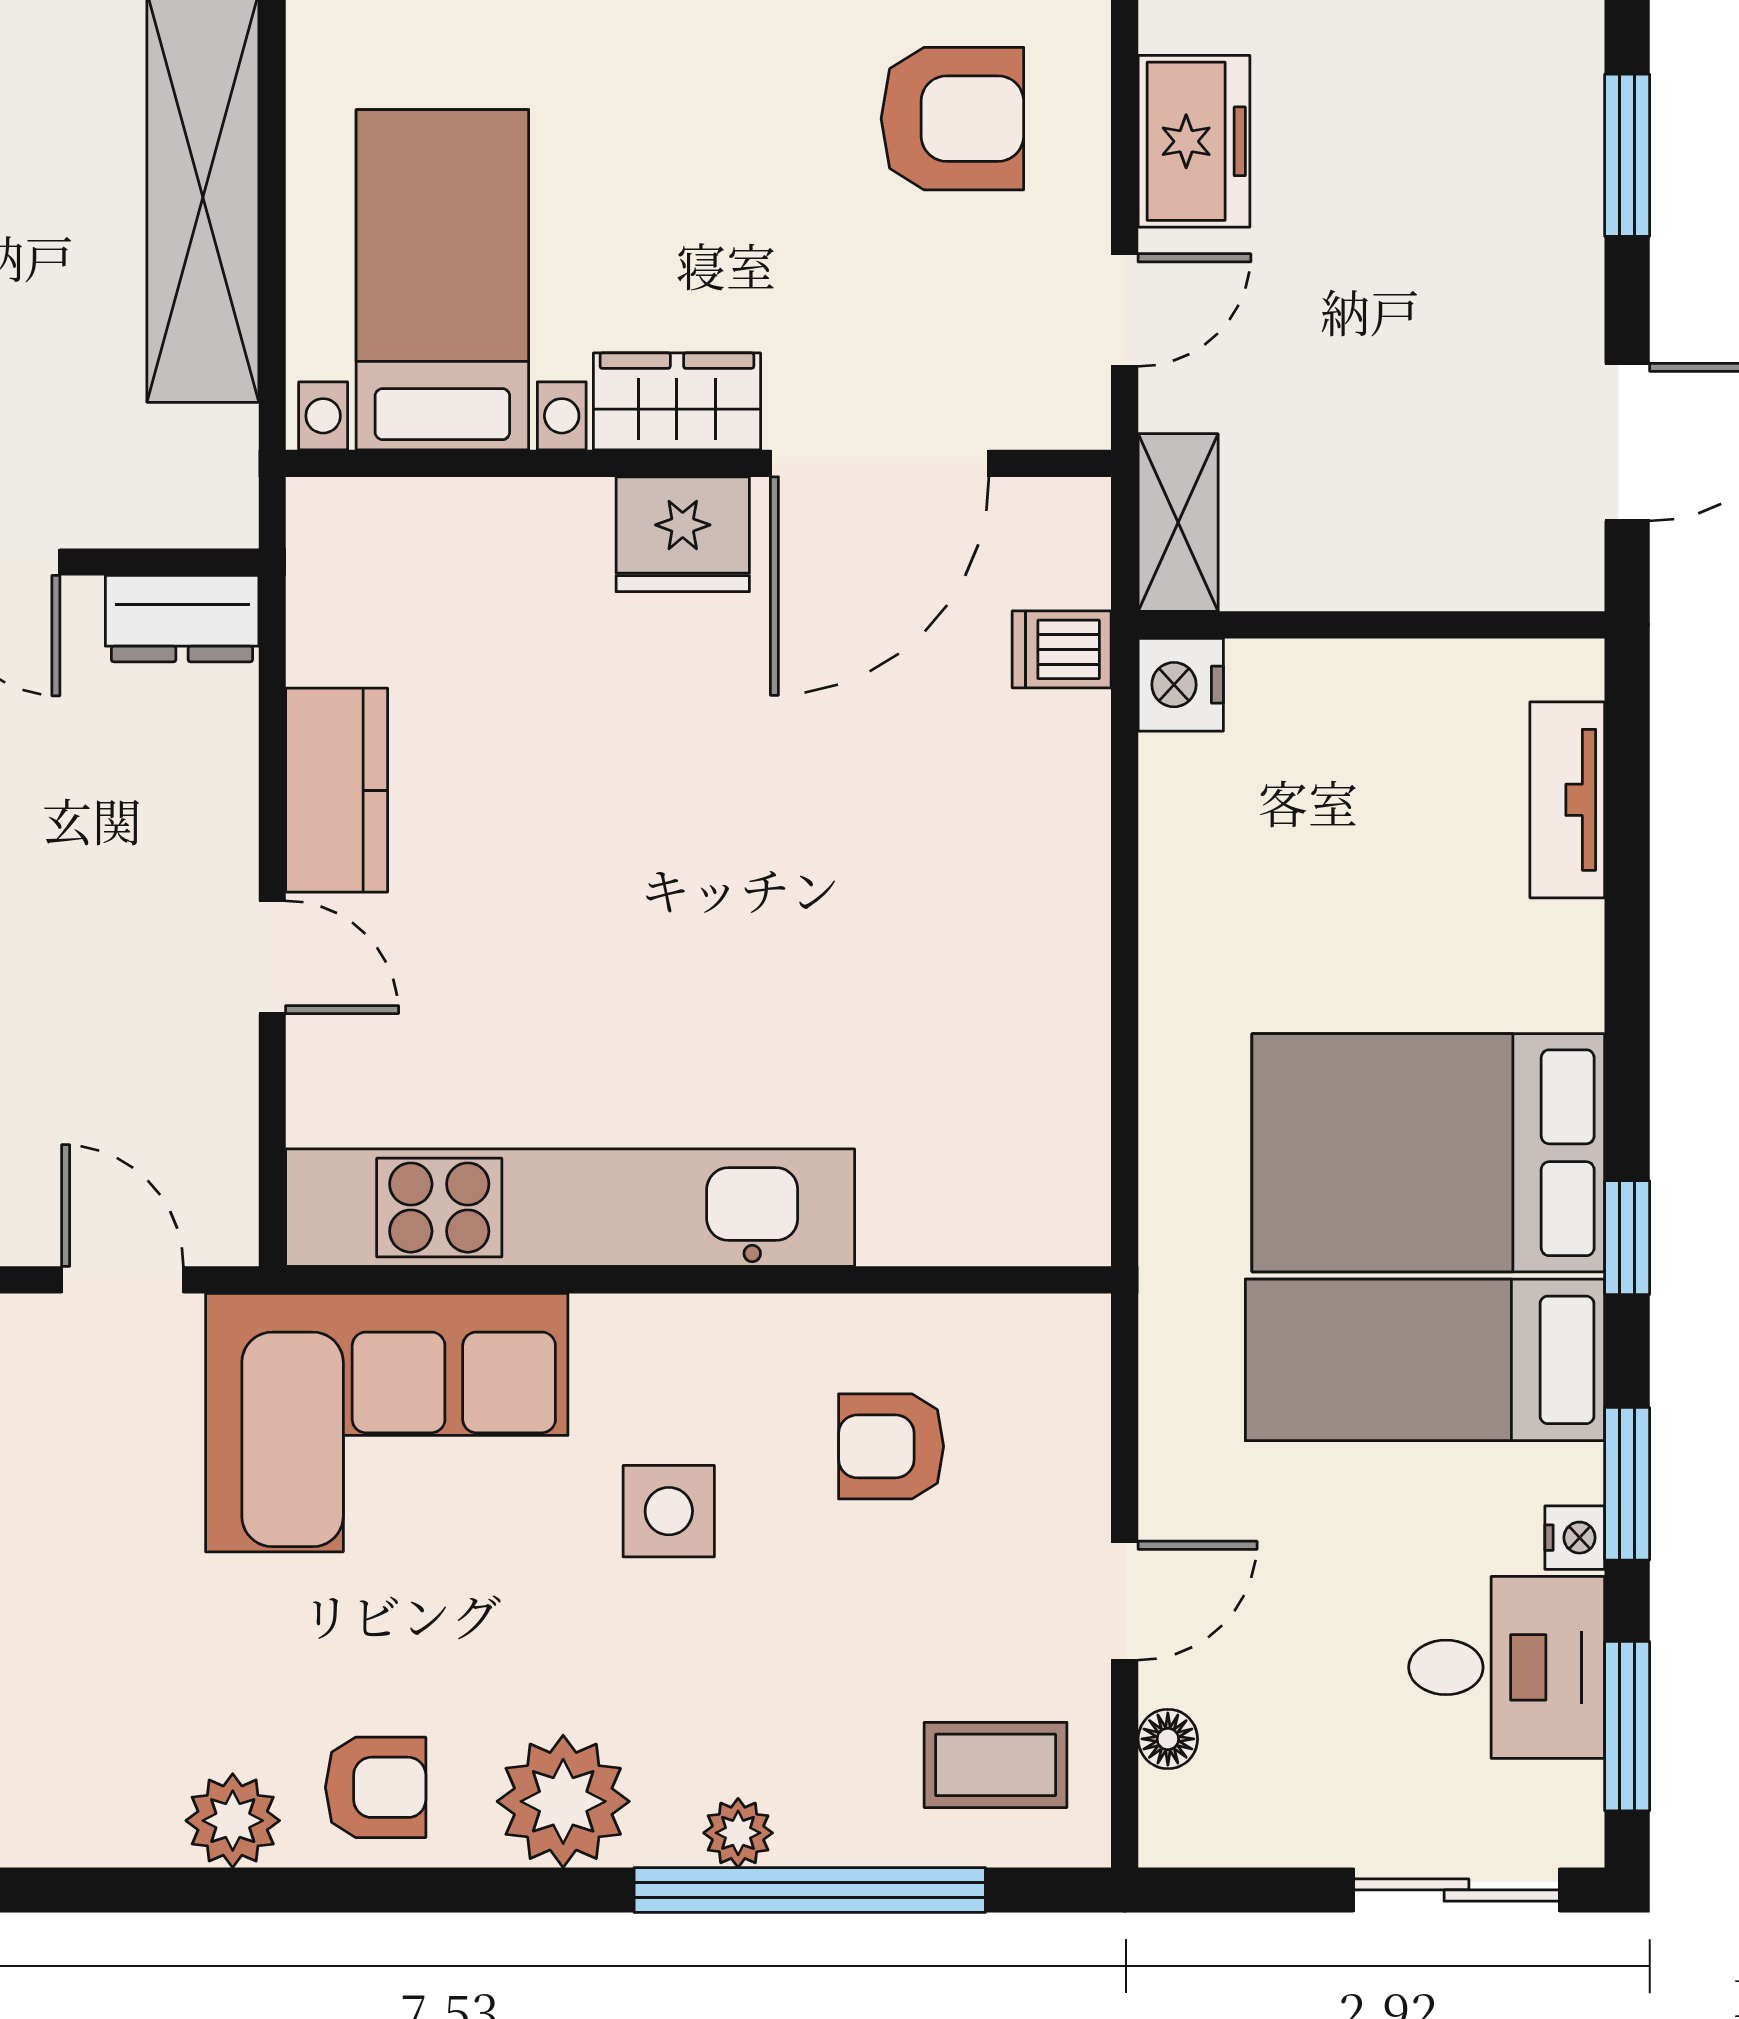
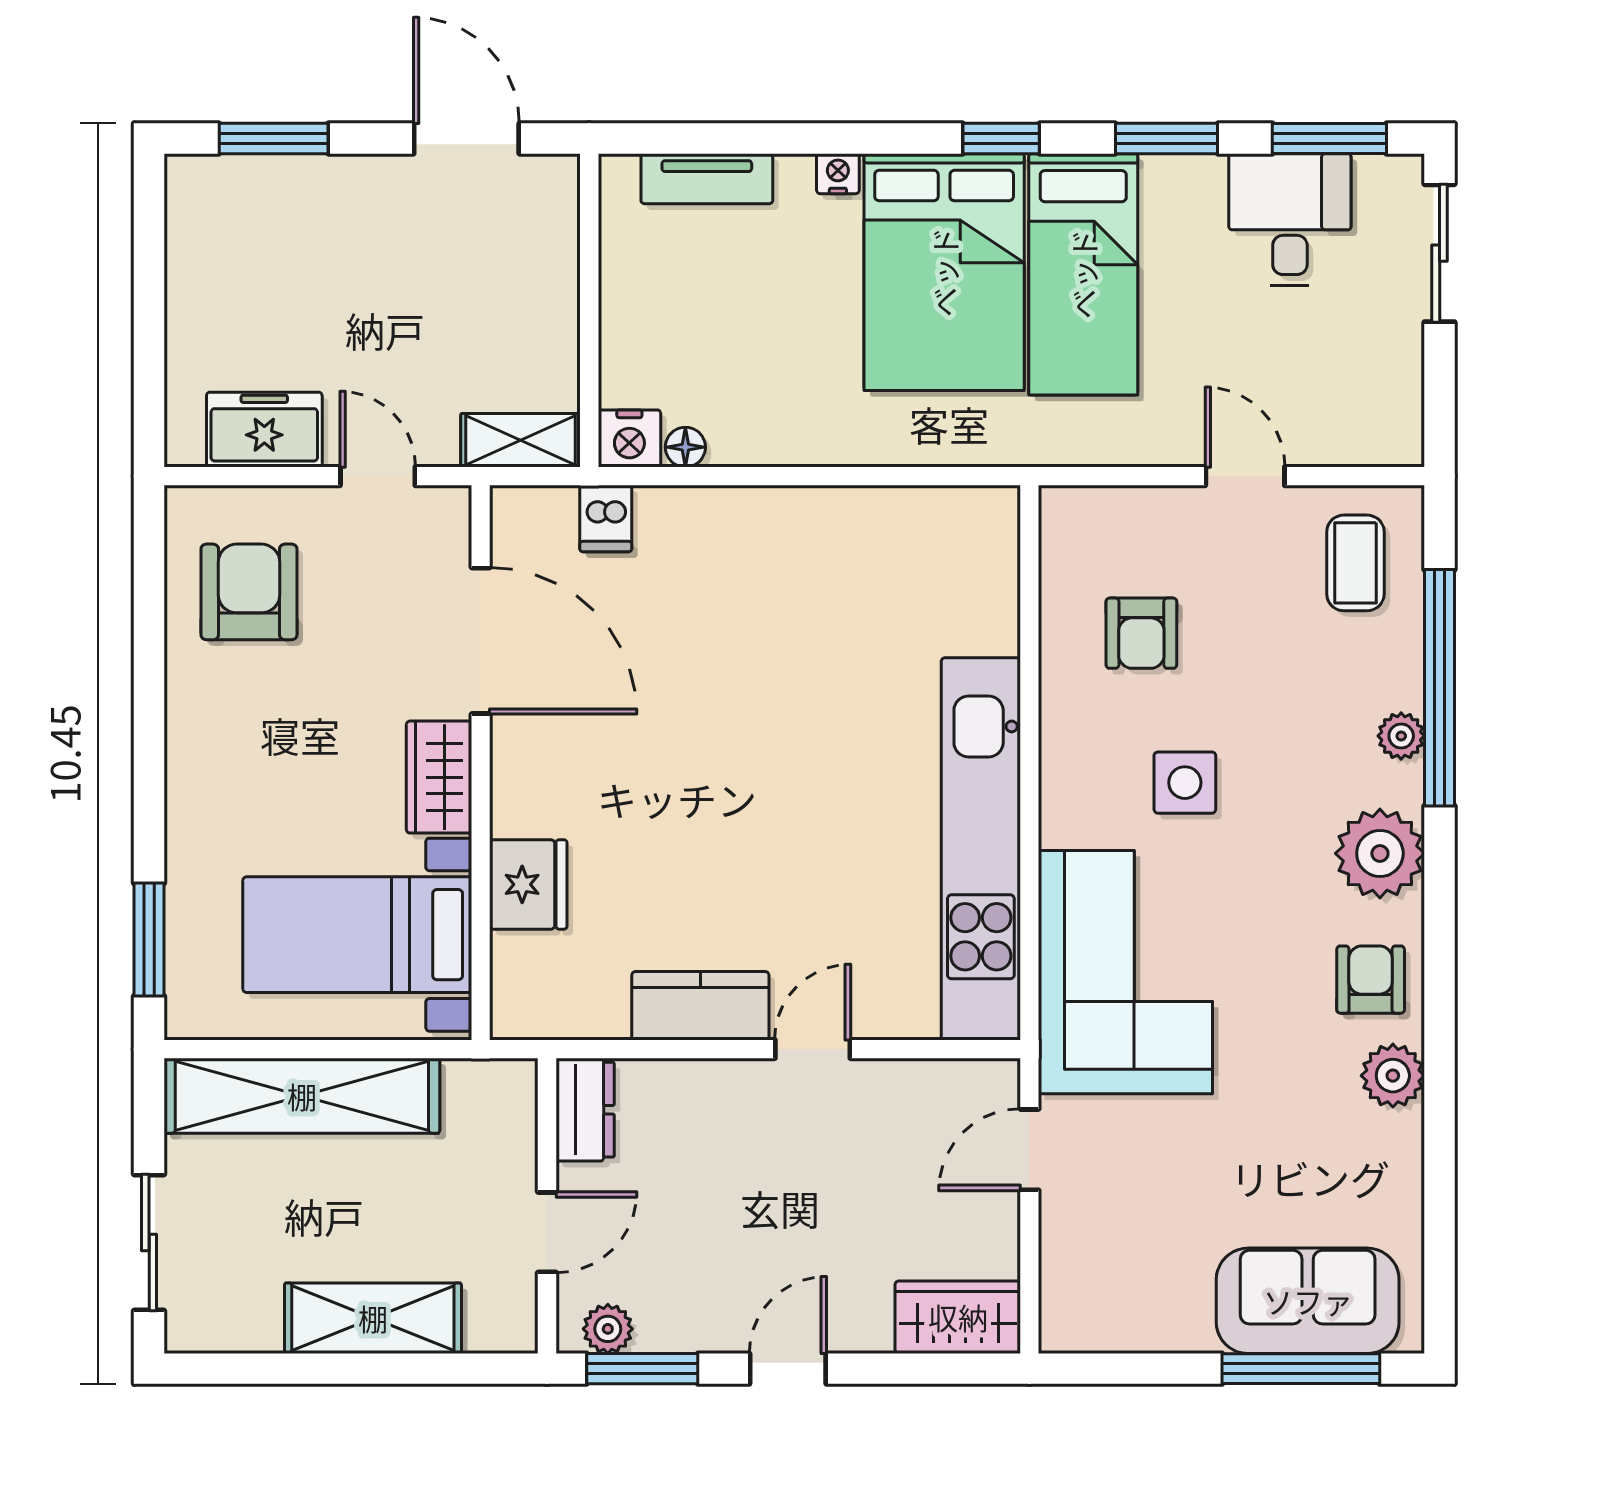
fridge: (683, 534) -> (528, 884), moved
nightstand: (1575, 1538) -> (838, 174), moved
floor lamp: (1168, 1739) -> (685, 447), moved

